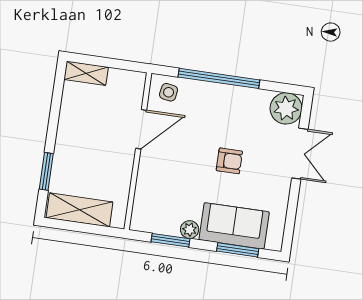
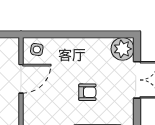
window: (219, 78) -> (71, 34), removed

